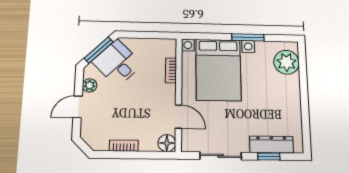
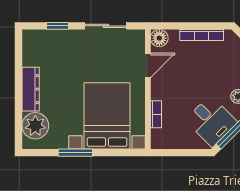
door: (179, 117) -> (148, 65), swing flipped
dresser: (271, 144) -> (31, 89), moved, turned -90
bookcase: (124, 146) -> (202, 35), width x1.56

